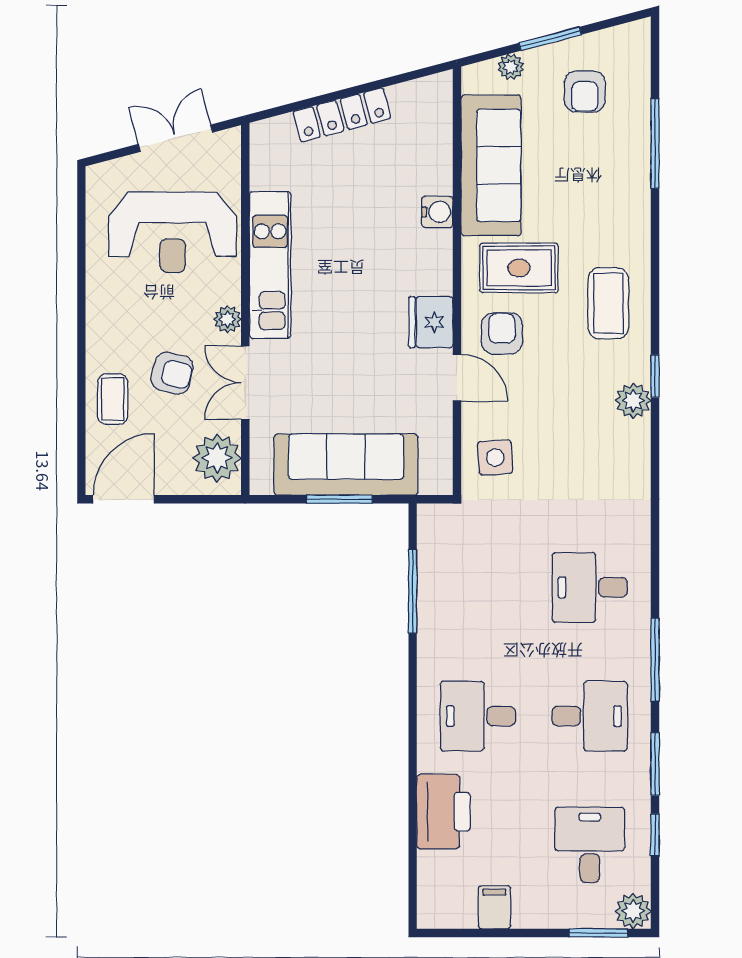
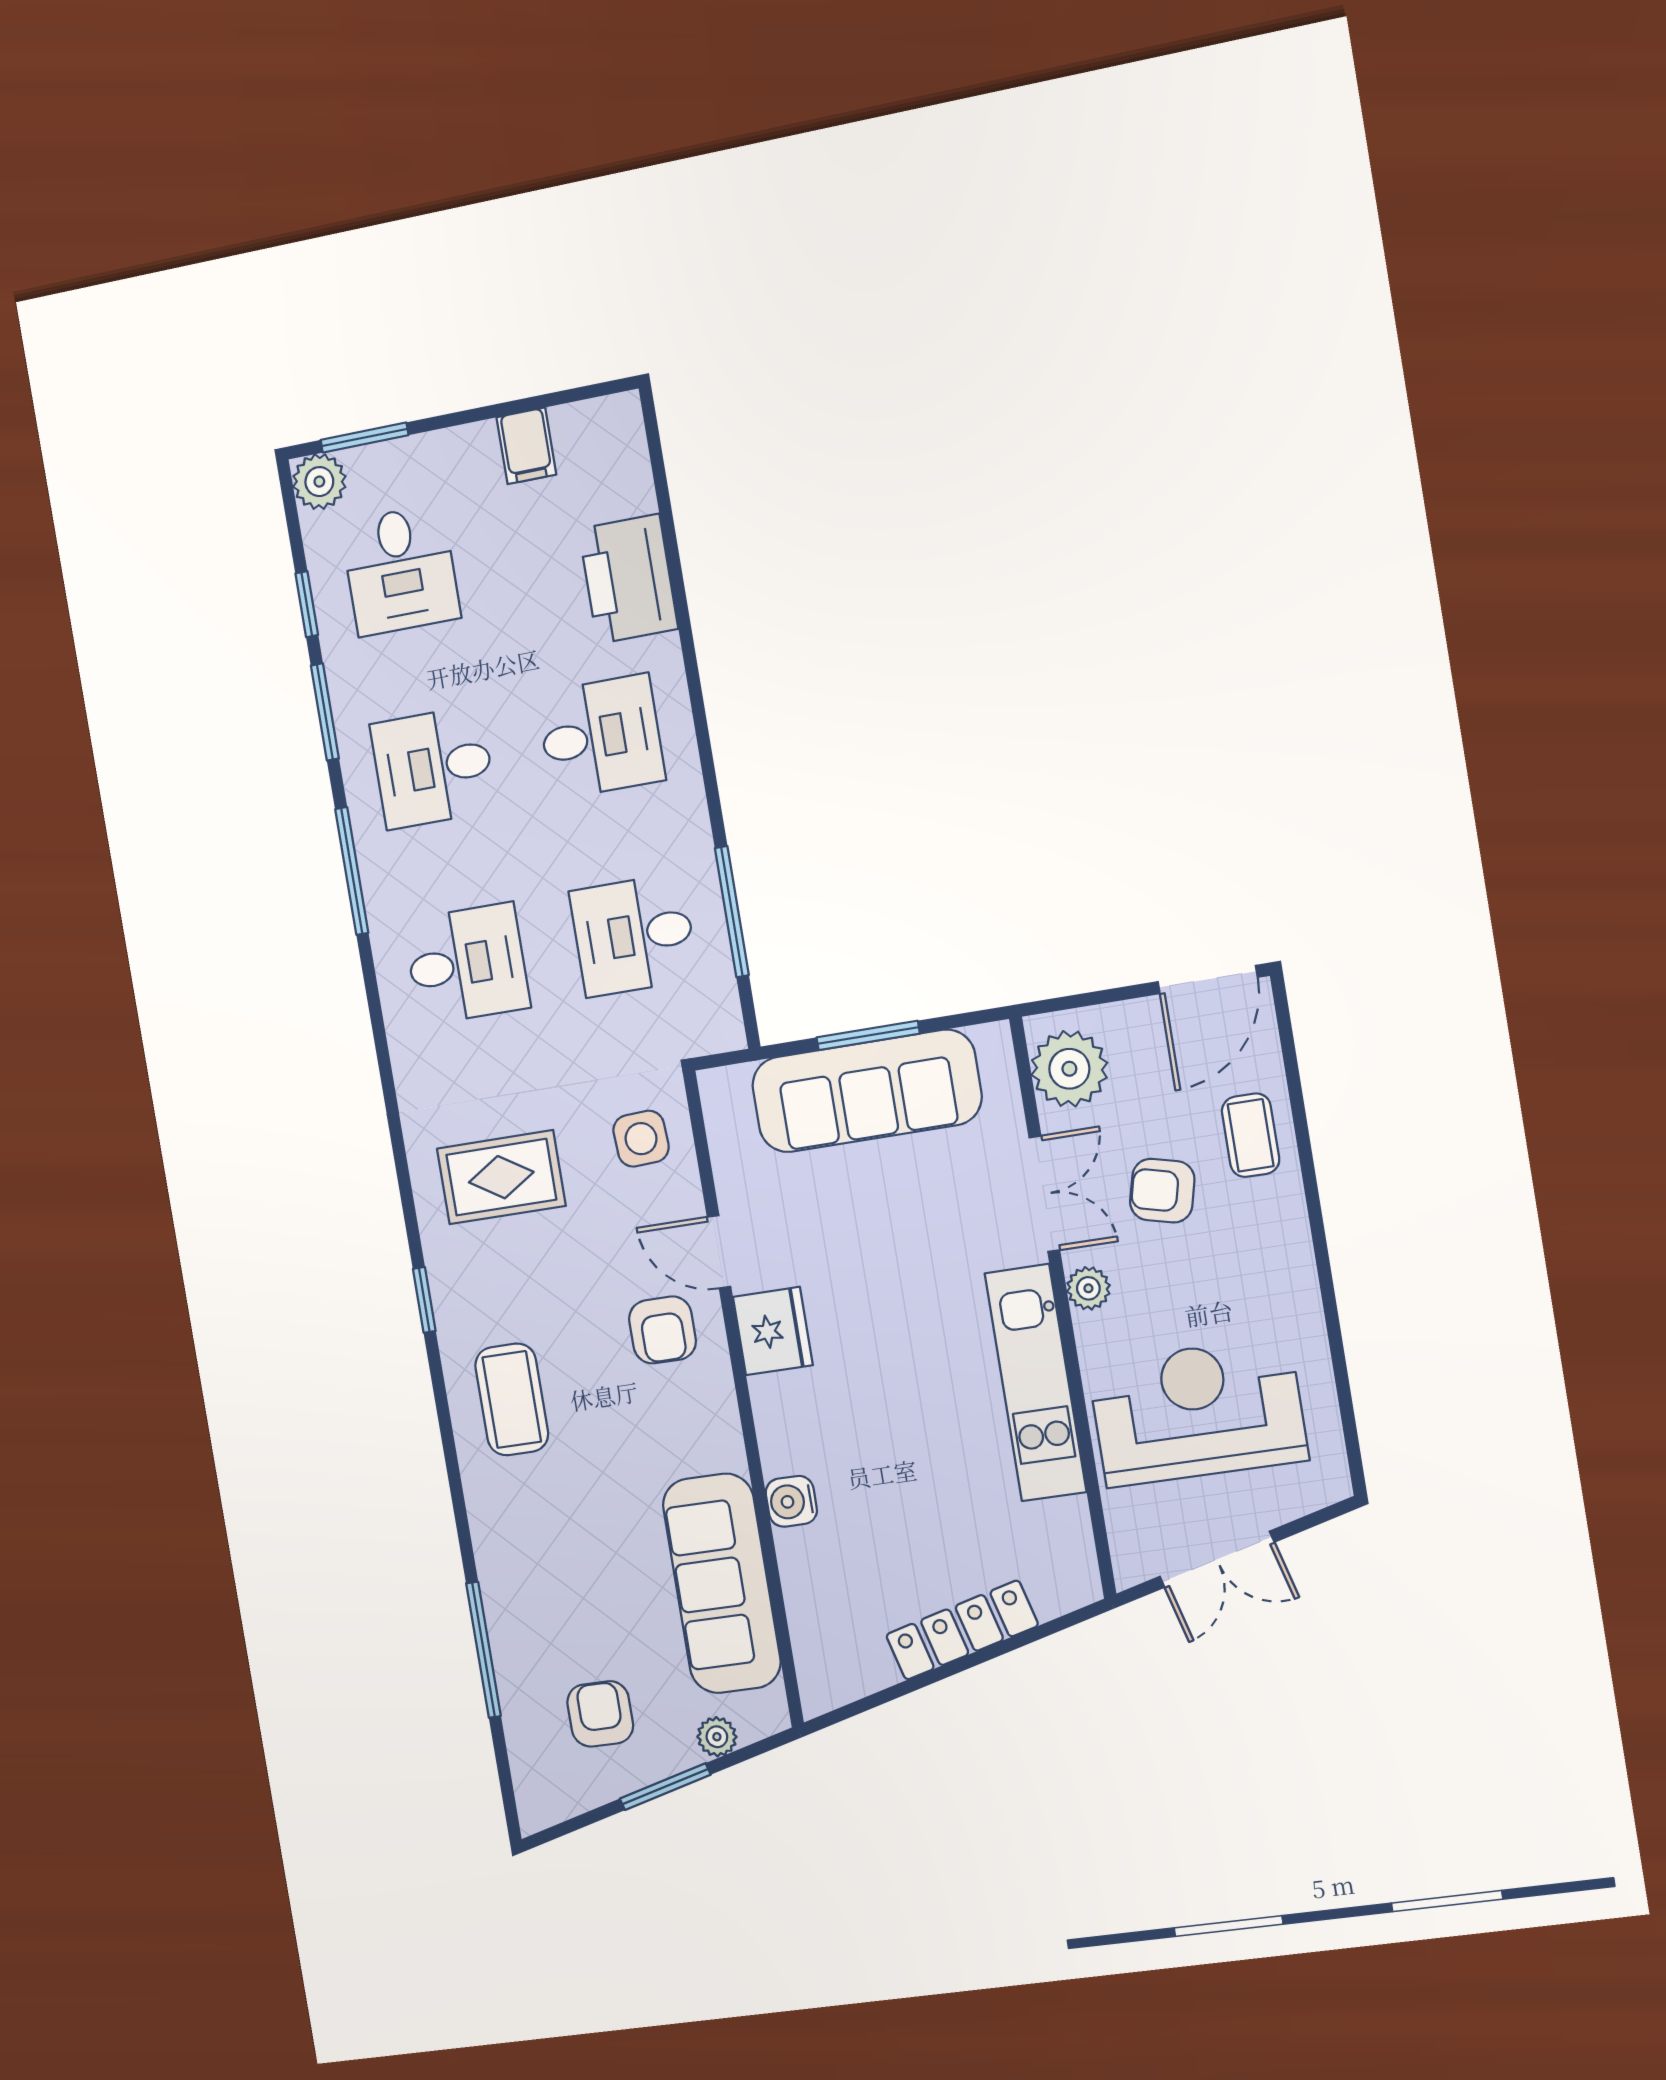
rug: (519, 268) -> (501, 1177), moved
plant: (633, 401) -> (450, 1258), removed
desk: (478, 587) -> (634, 935), added

